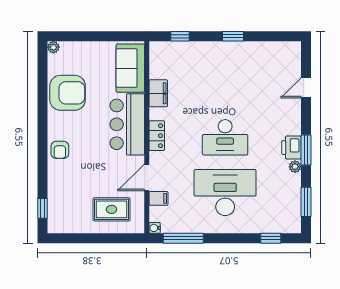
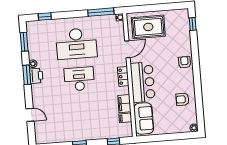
door: (306, 88) -> (30, 115), hinge flipped
armchair: (68, 93) -> (182, 99), width x0.53, depth x0.53
filing cabinet: (159, 198) -> (125, 118), moved
rug: (112, 209) -> (148, 27), width x1.36, depth x1.43

